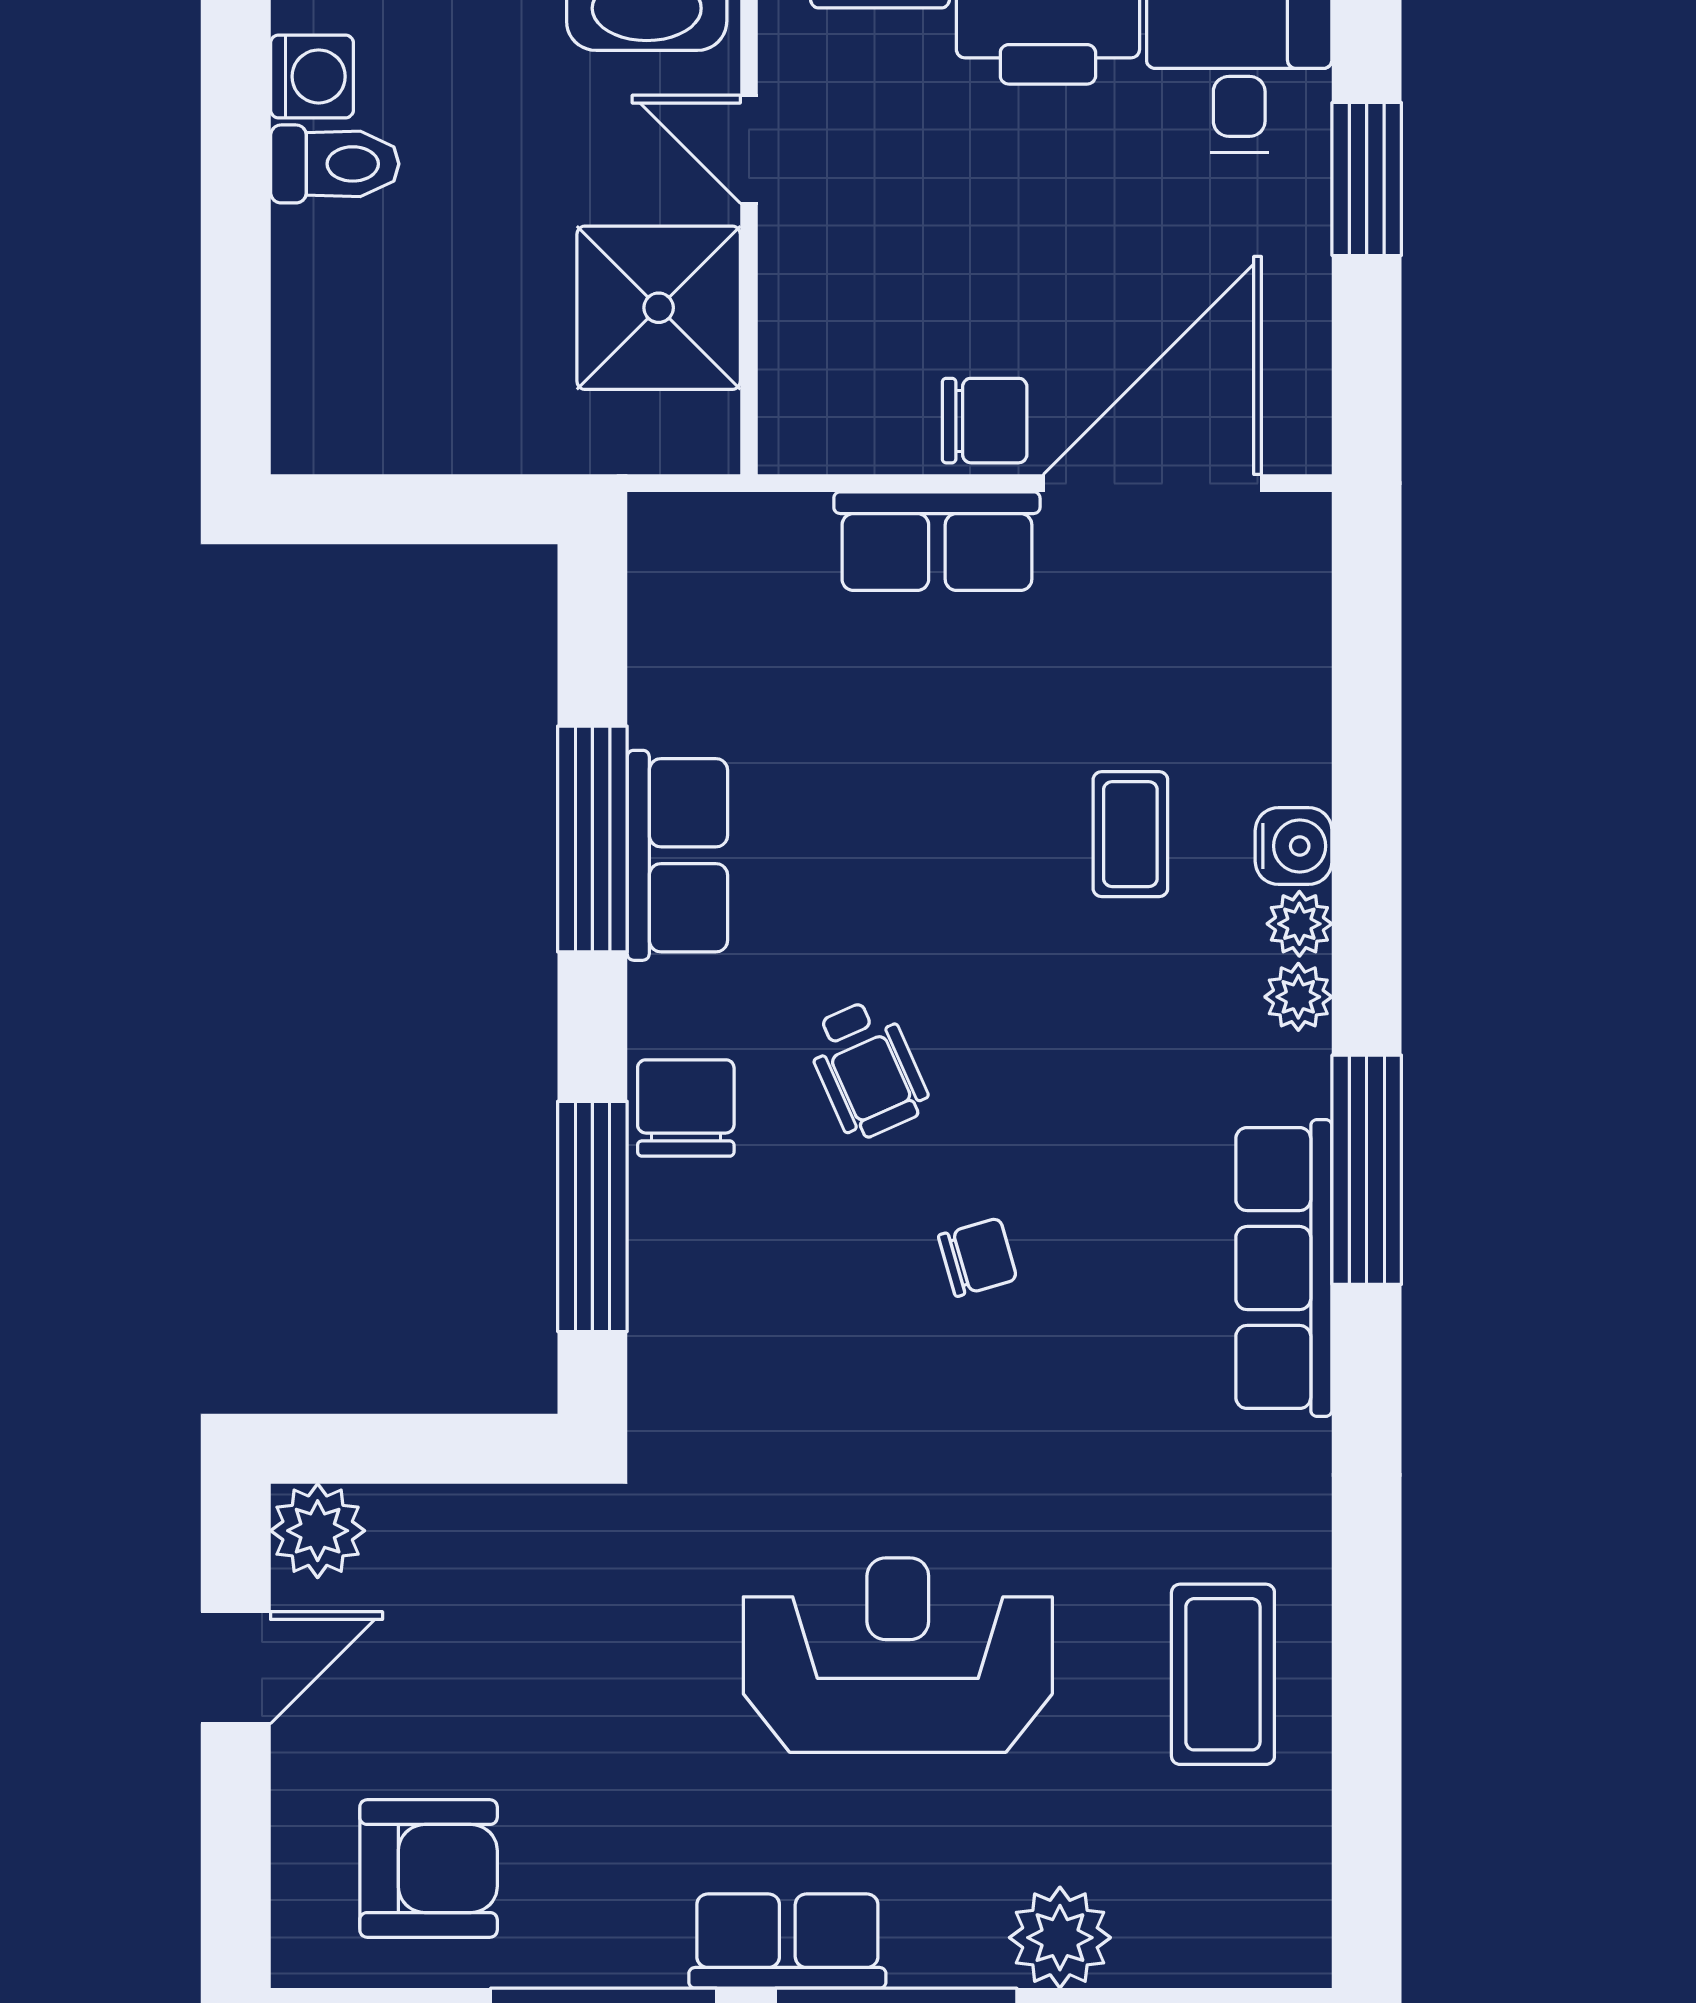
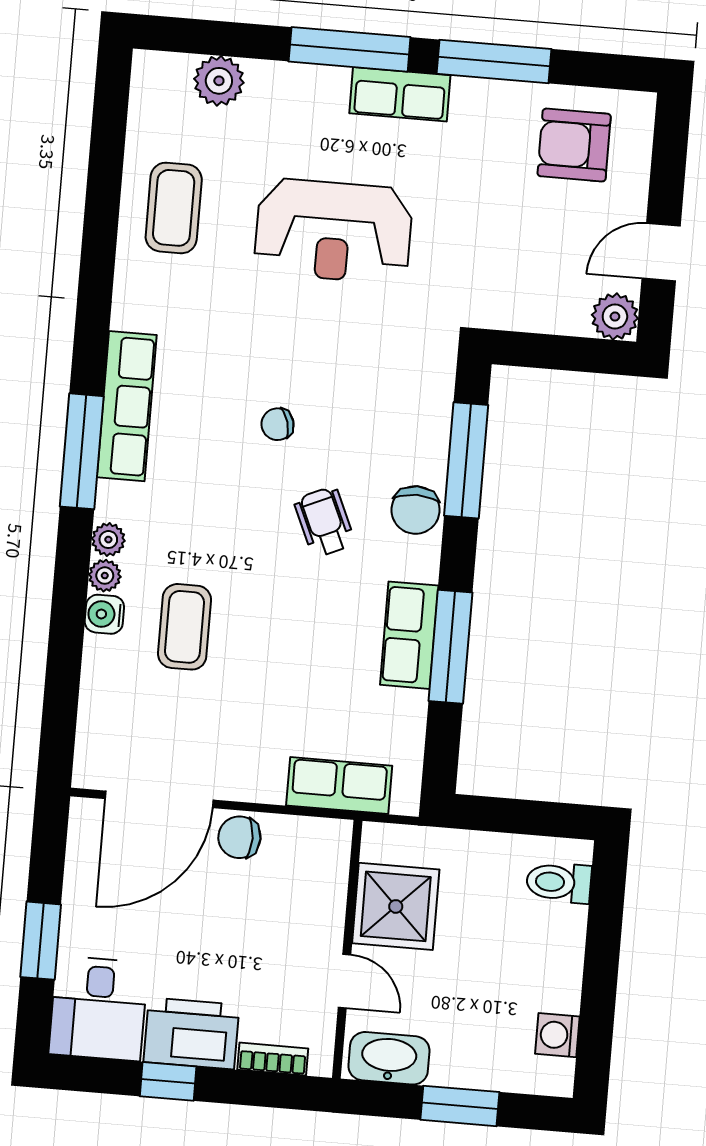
toilet: (335, 164) -> (559, 882), moved
row of seats: (937, 541) -> (339, 786), moved
coffee table: (1130, 834) -> (185, 627), width x1.36, depth x1.30
plant: (1060, 1938) -> (219, 81), moved

